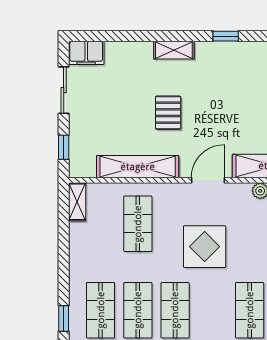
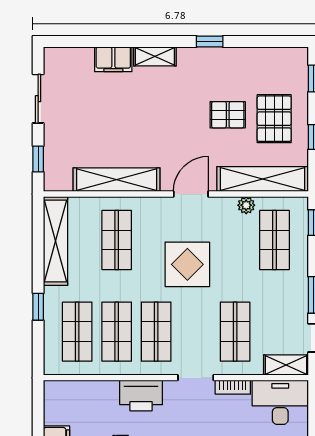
filing cabinet: (86, 53) -> (113, 59), moved
pallet: (168, 113) -> (228, 115), moved, turned 90
shelving: (77, 202) -> (55, 241), width x2.20, depth x1.33
window: (64, 318) -> (38, 307), moved

